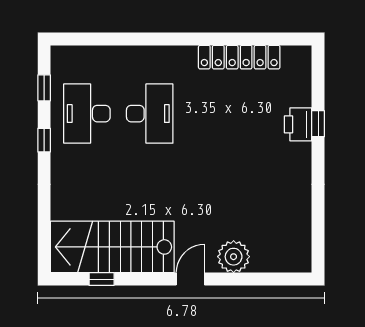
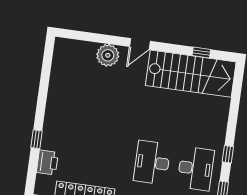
printer: (298, 124) -> (47, 162), moved

